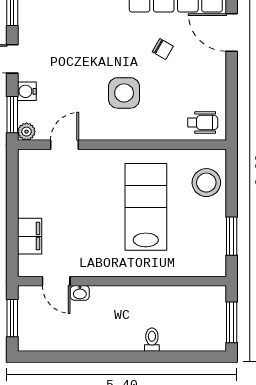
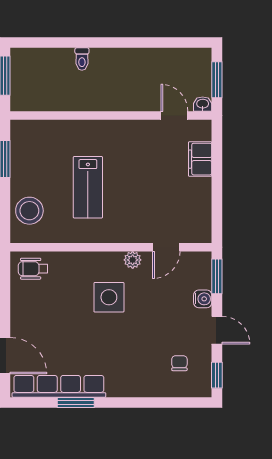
chair: (163, 49) -> (179, 363), moved, turned 60
plant: (26, 132) -> (133, 260), moved
lab bench: (146, 207) -> (88, 187), width x0.73, depth x0.72
washbasin: (80, 293) -> (203, 104), moved

